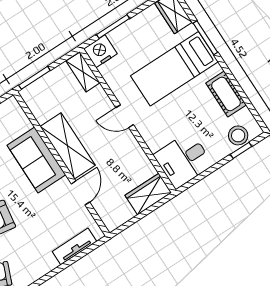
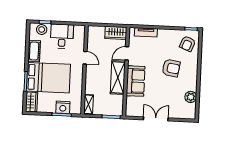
nightstand: (100, 51) -> (63, 107), moved
bed: (174, 69) -> (48, 78), width x1.50
door: (125, 116) -> (85, 58), moved
desk: (183, 160) -> (62, 36), moved, turned -90
wardrobe: (148, 194) -> (116, 33), moved

